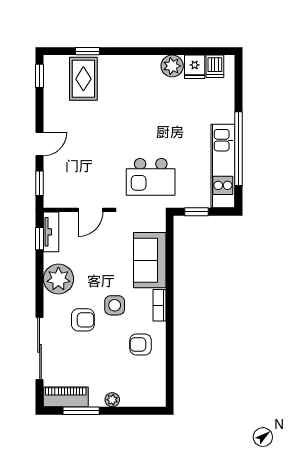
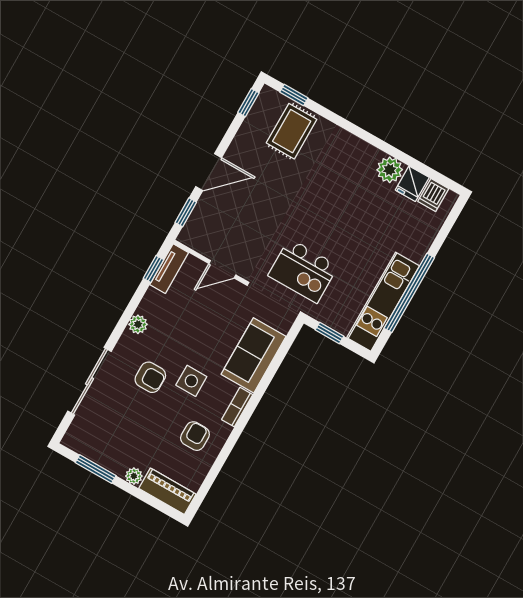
window: (88, 51) -> (294, 95), moved
door: (40, 144) -> (209, 172), width x1.38
plant: (58, 279) -> (138, 324), width x0.53, depth x0.53
armchair: (141, 344) -> (195, 436), turned 90
piano: (66, 397) -> (167, 491), moved

